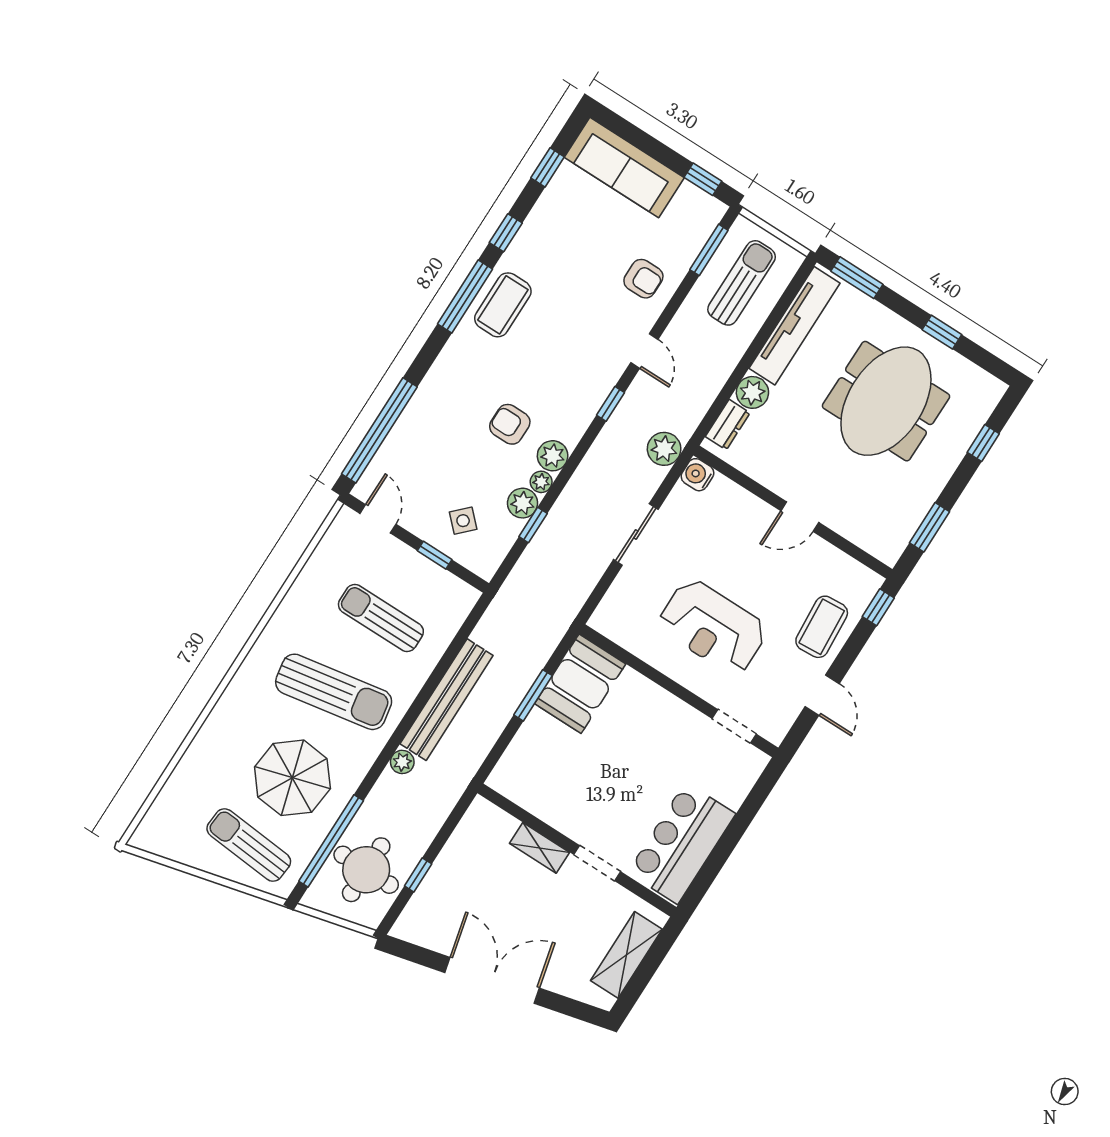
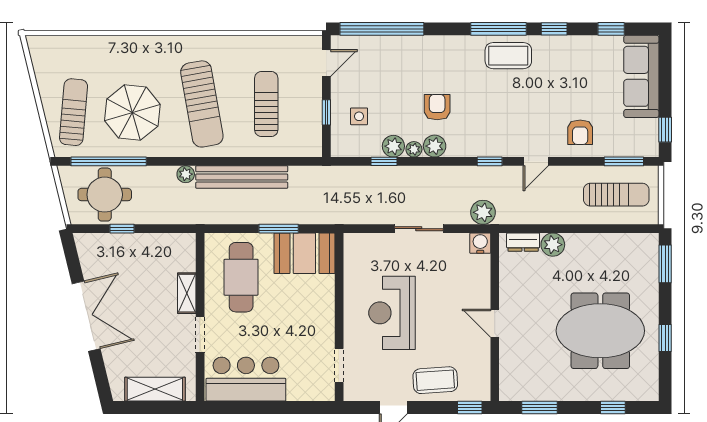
tv unit: (794, 326) -> (611, 244), removed
side table: (463, 521) -> (359, 116), turned 45
cafe table: (561, 774) -> (241, 277), added

